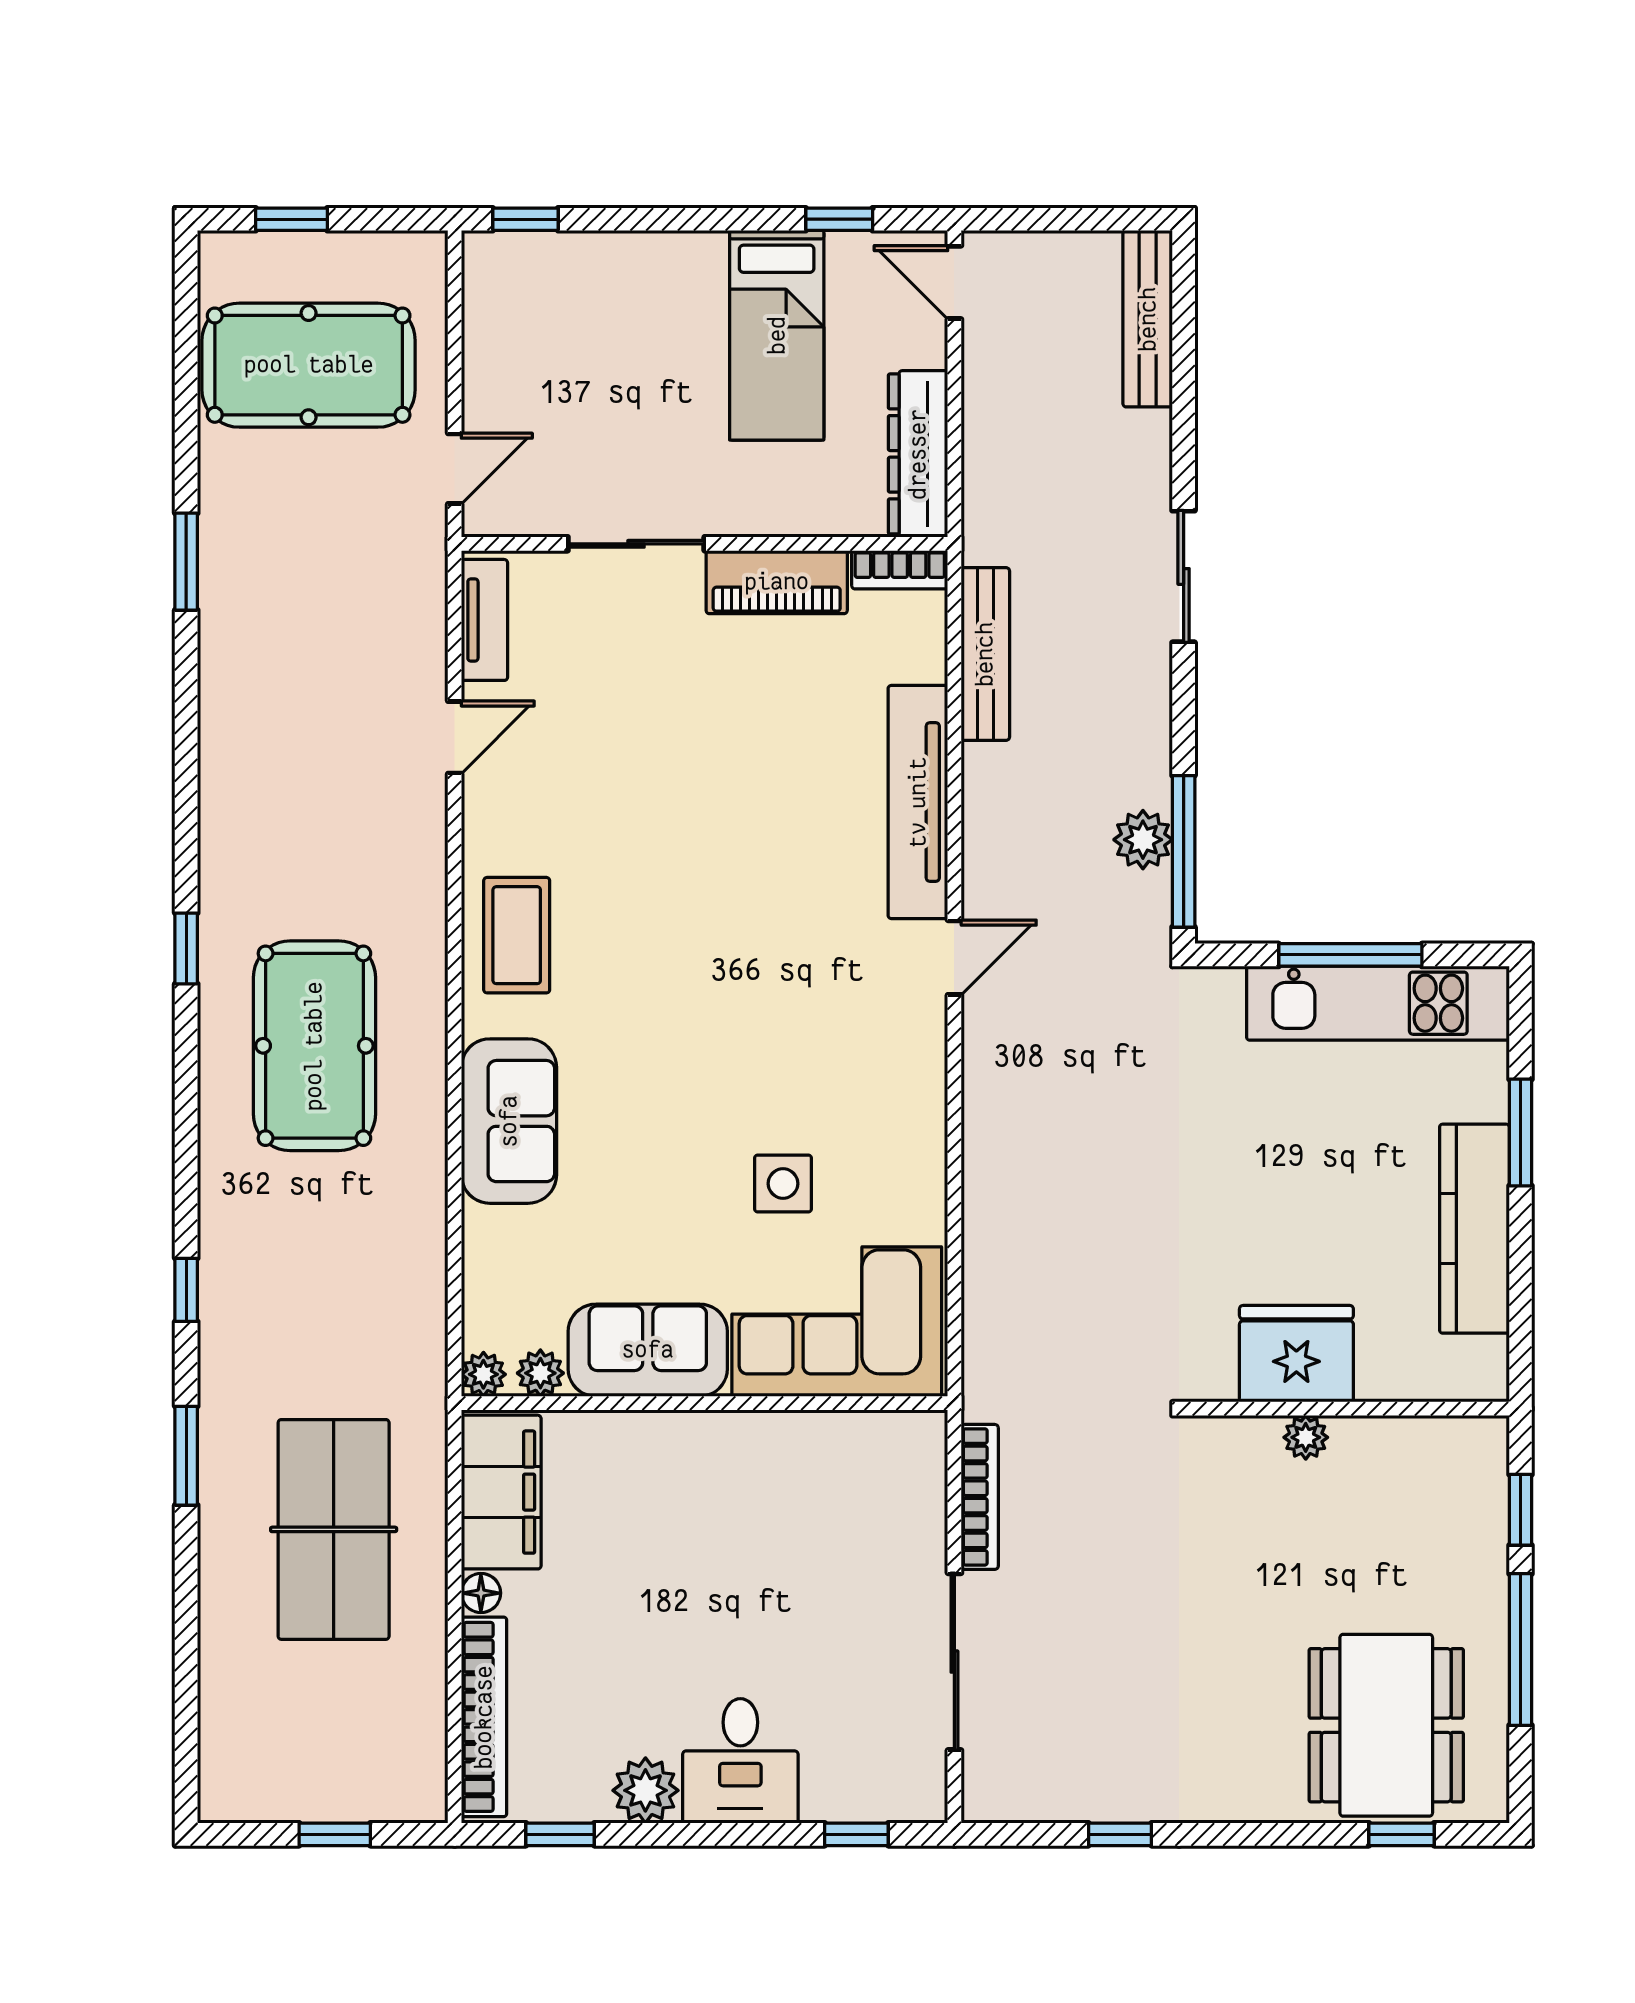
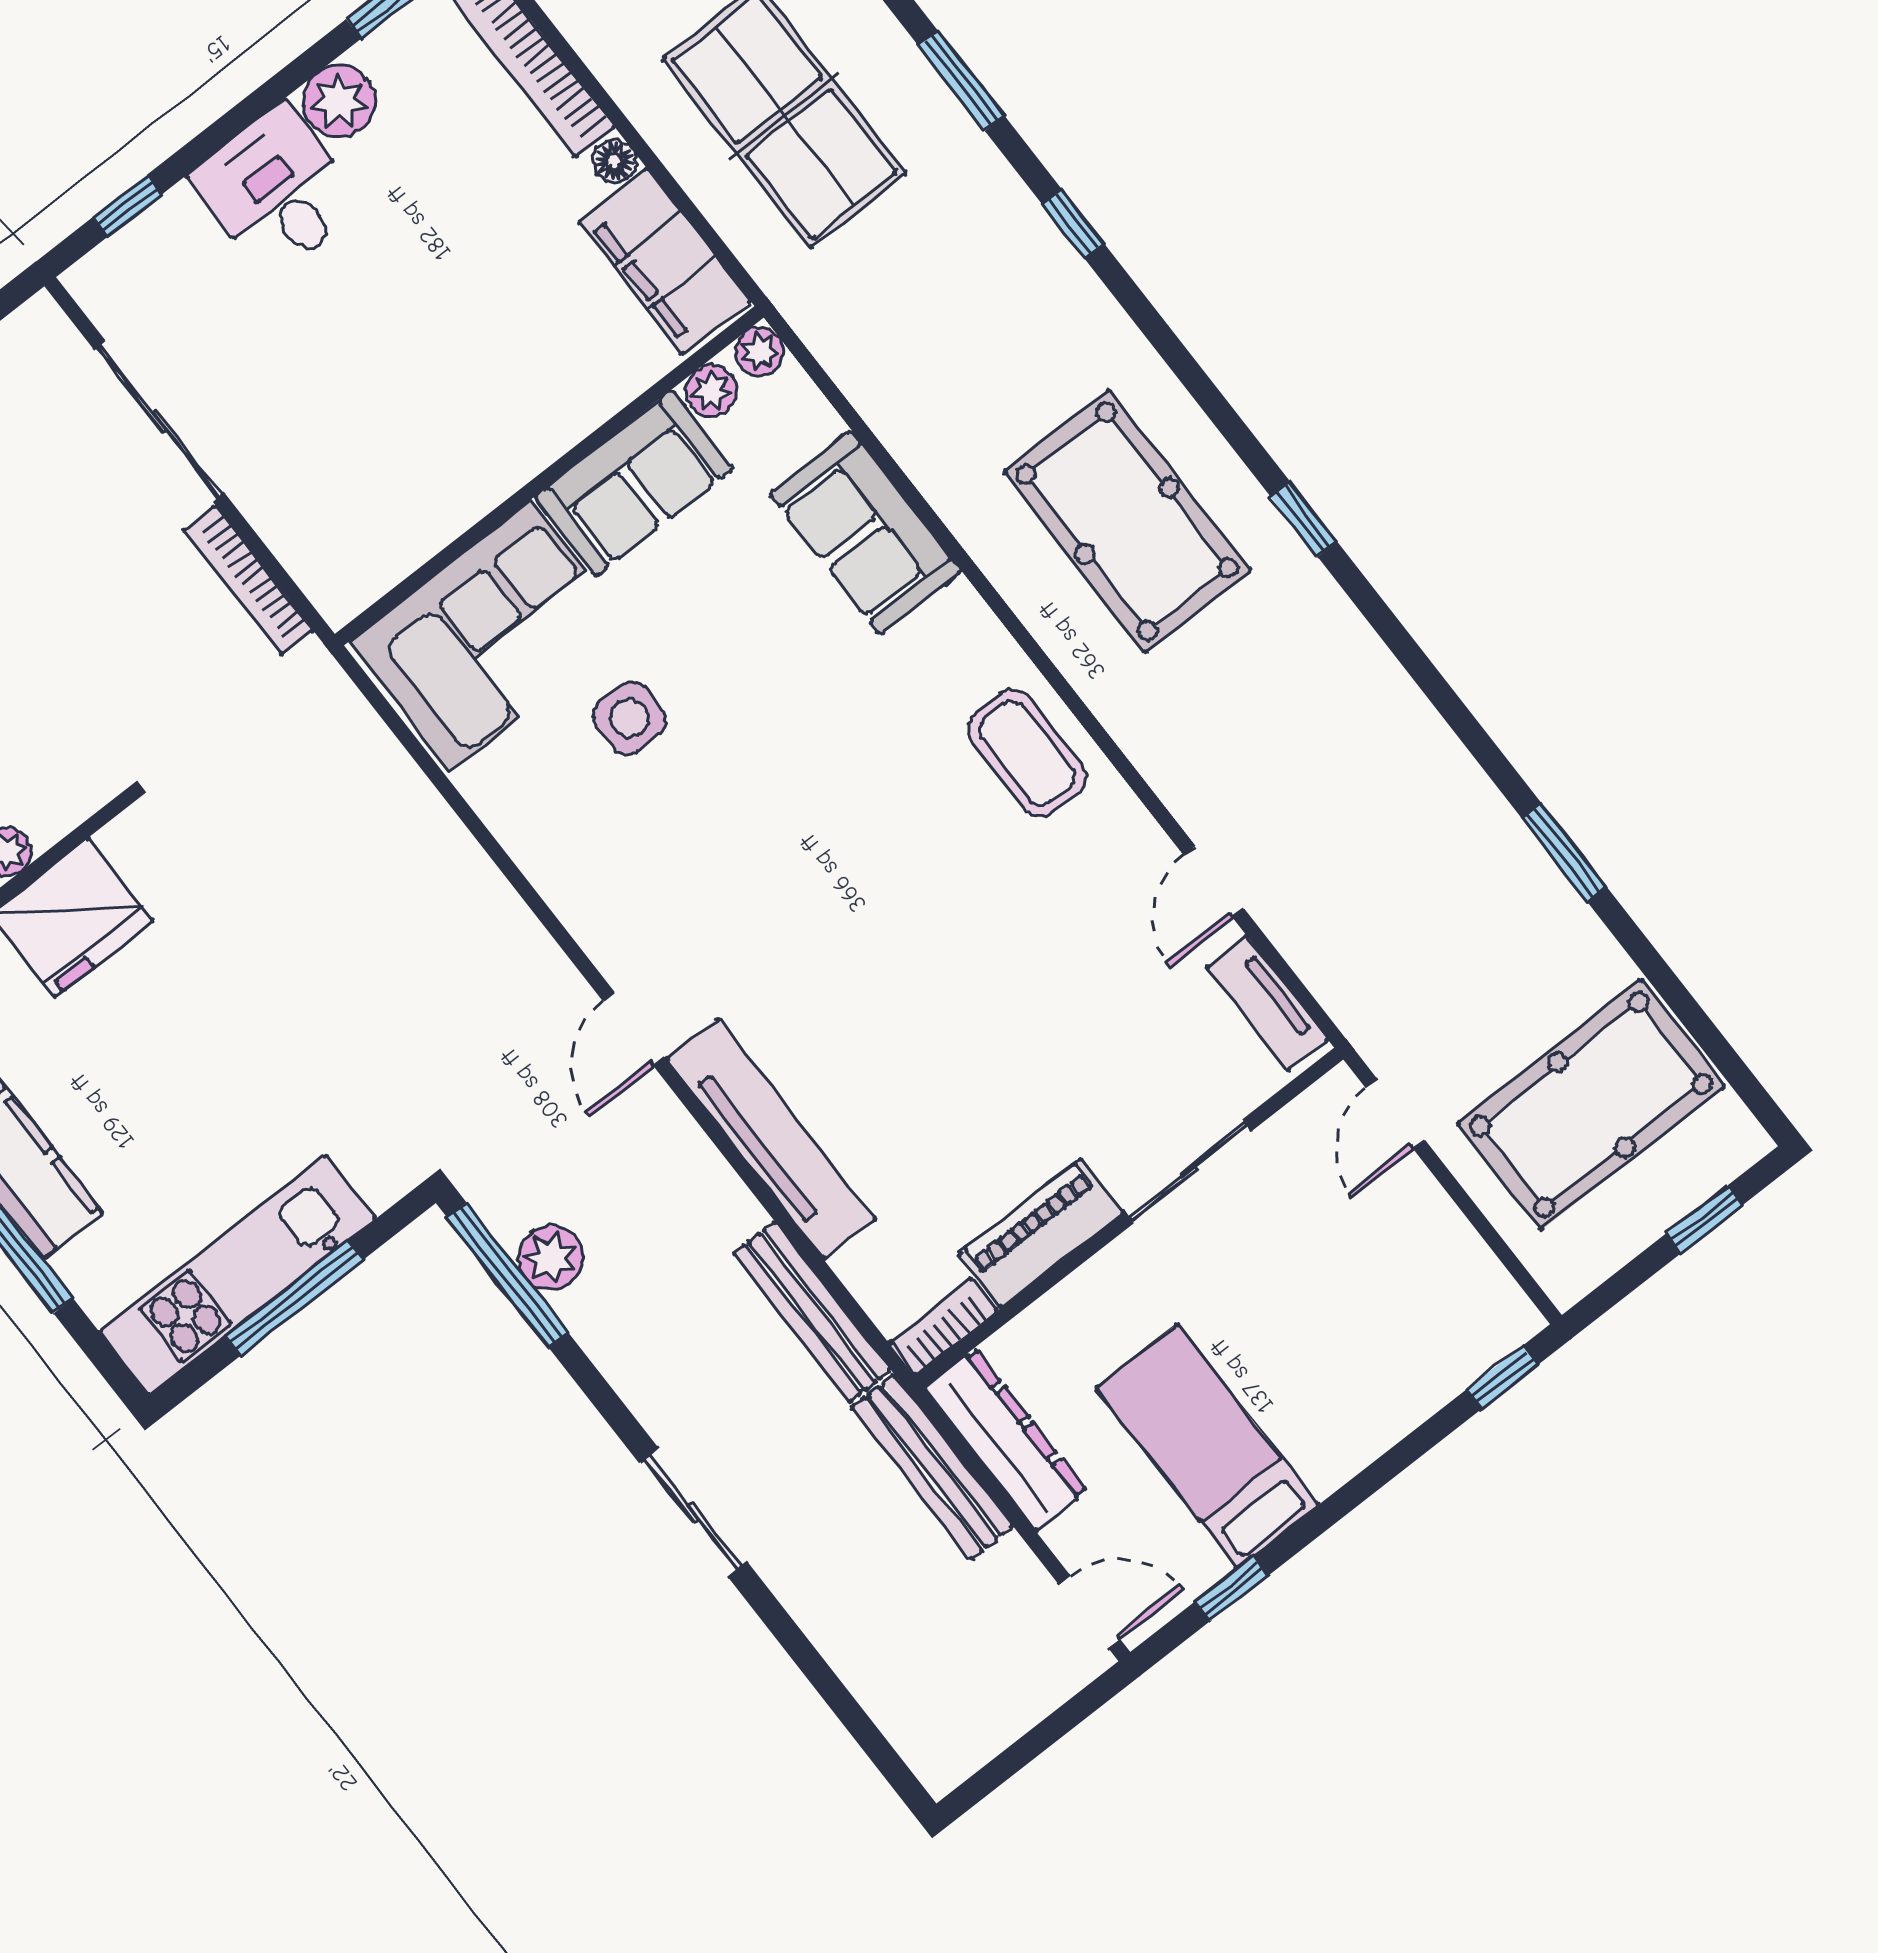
bench: (1148, 319) -> (932, 1467), moved
sofa: (509, 1121) -> (865, 532), moved

